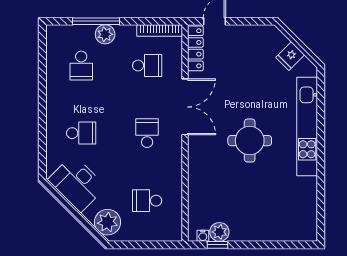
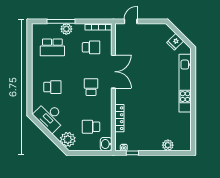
locker: (195, 48) -> (119, 118), moved
school desk: (81, 66) -> (52, 47), width x1.85
round table: (250, 141) -> (151, 91), removed
washbasin: (173, 230) -> (106, 144), added
plant: (219, 232) -> (168, 145), moved

